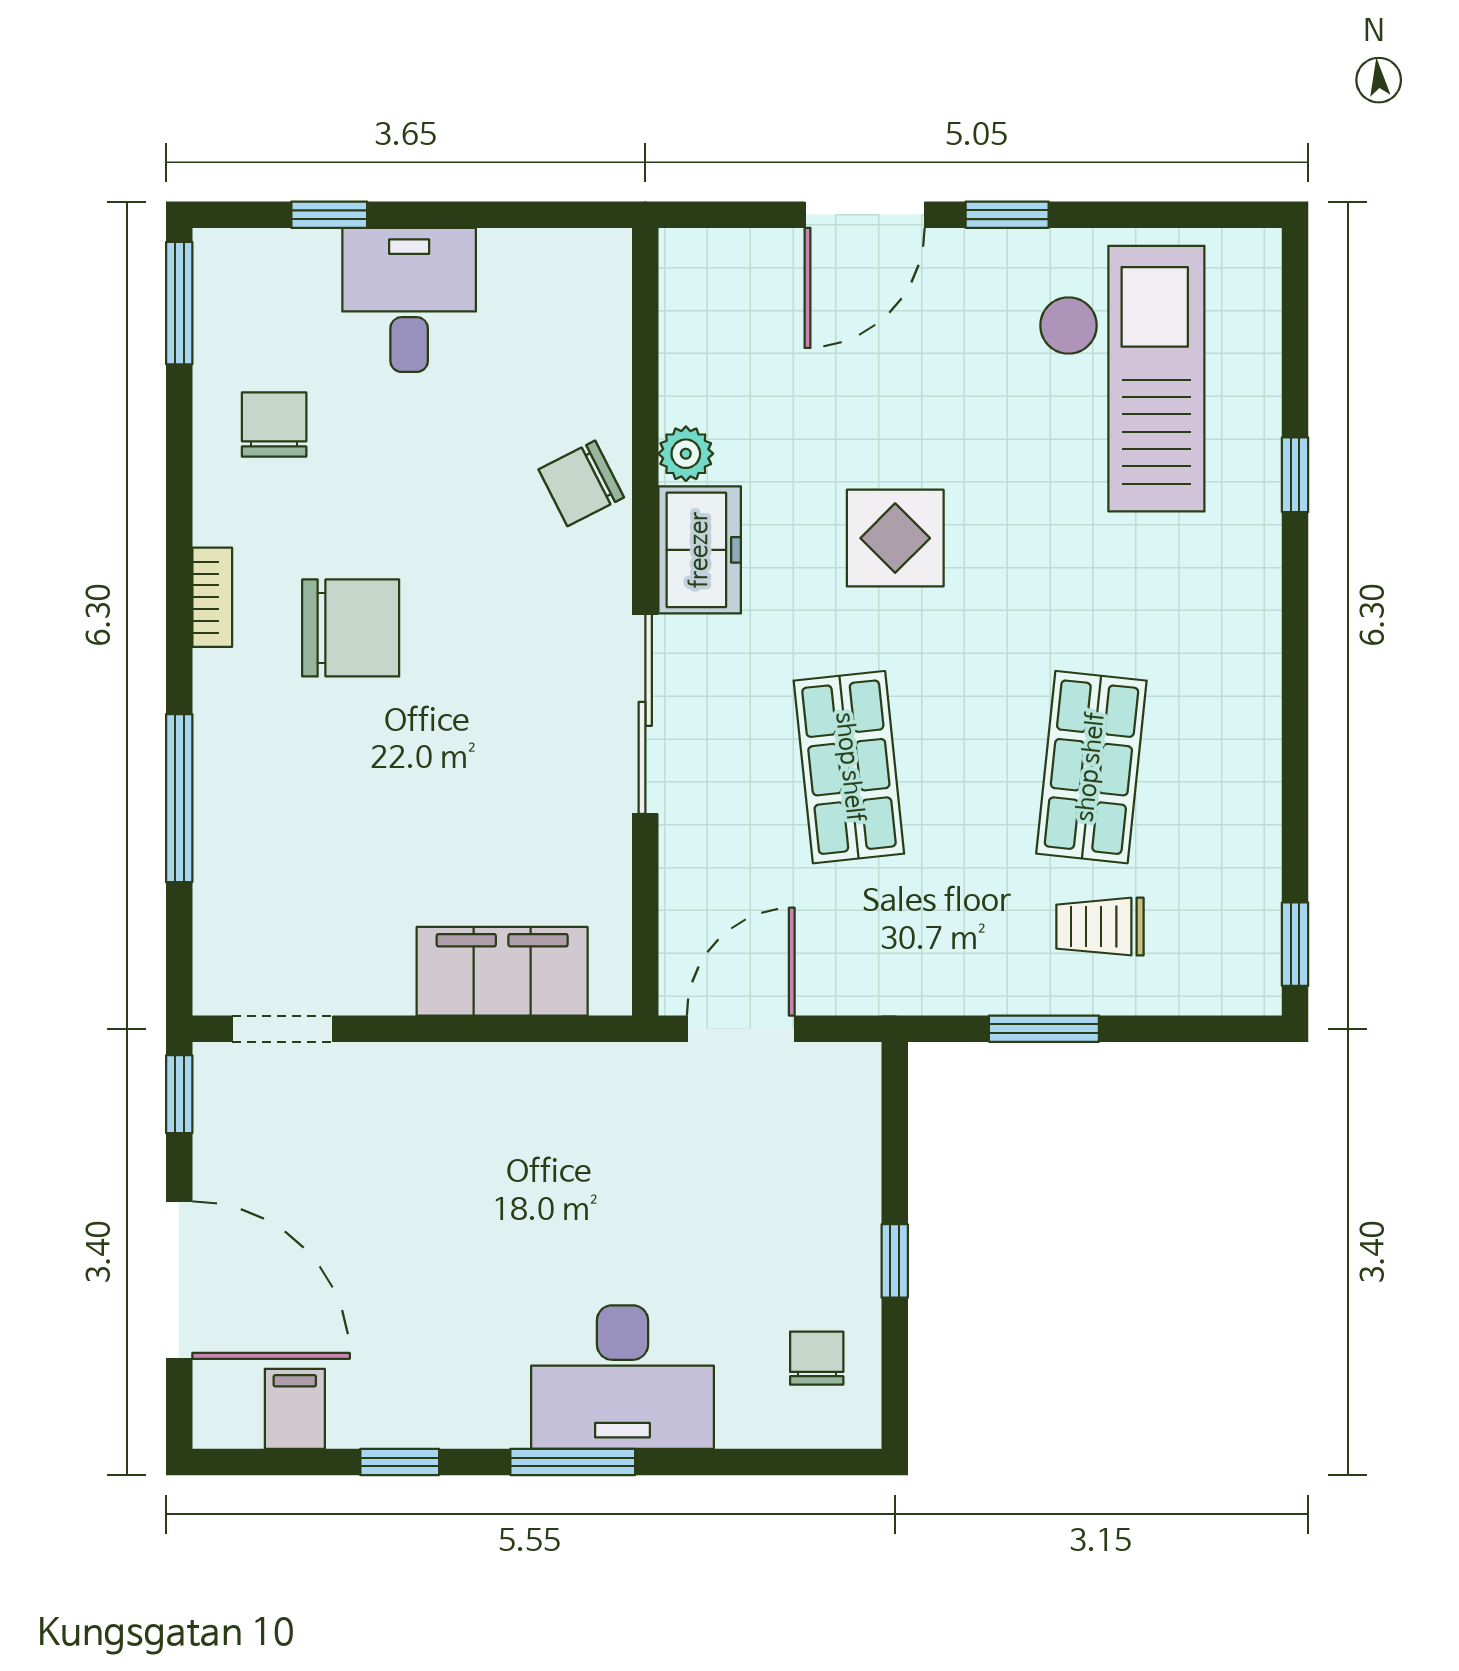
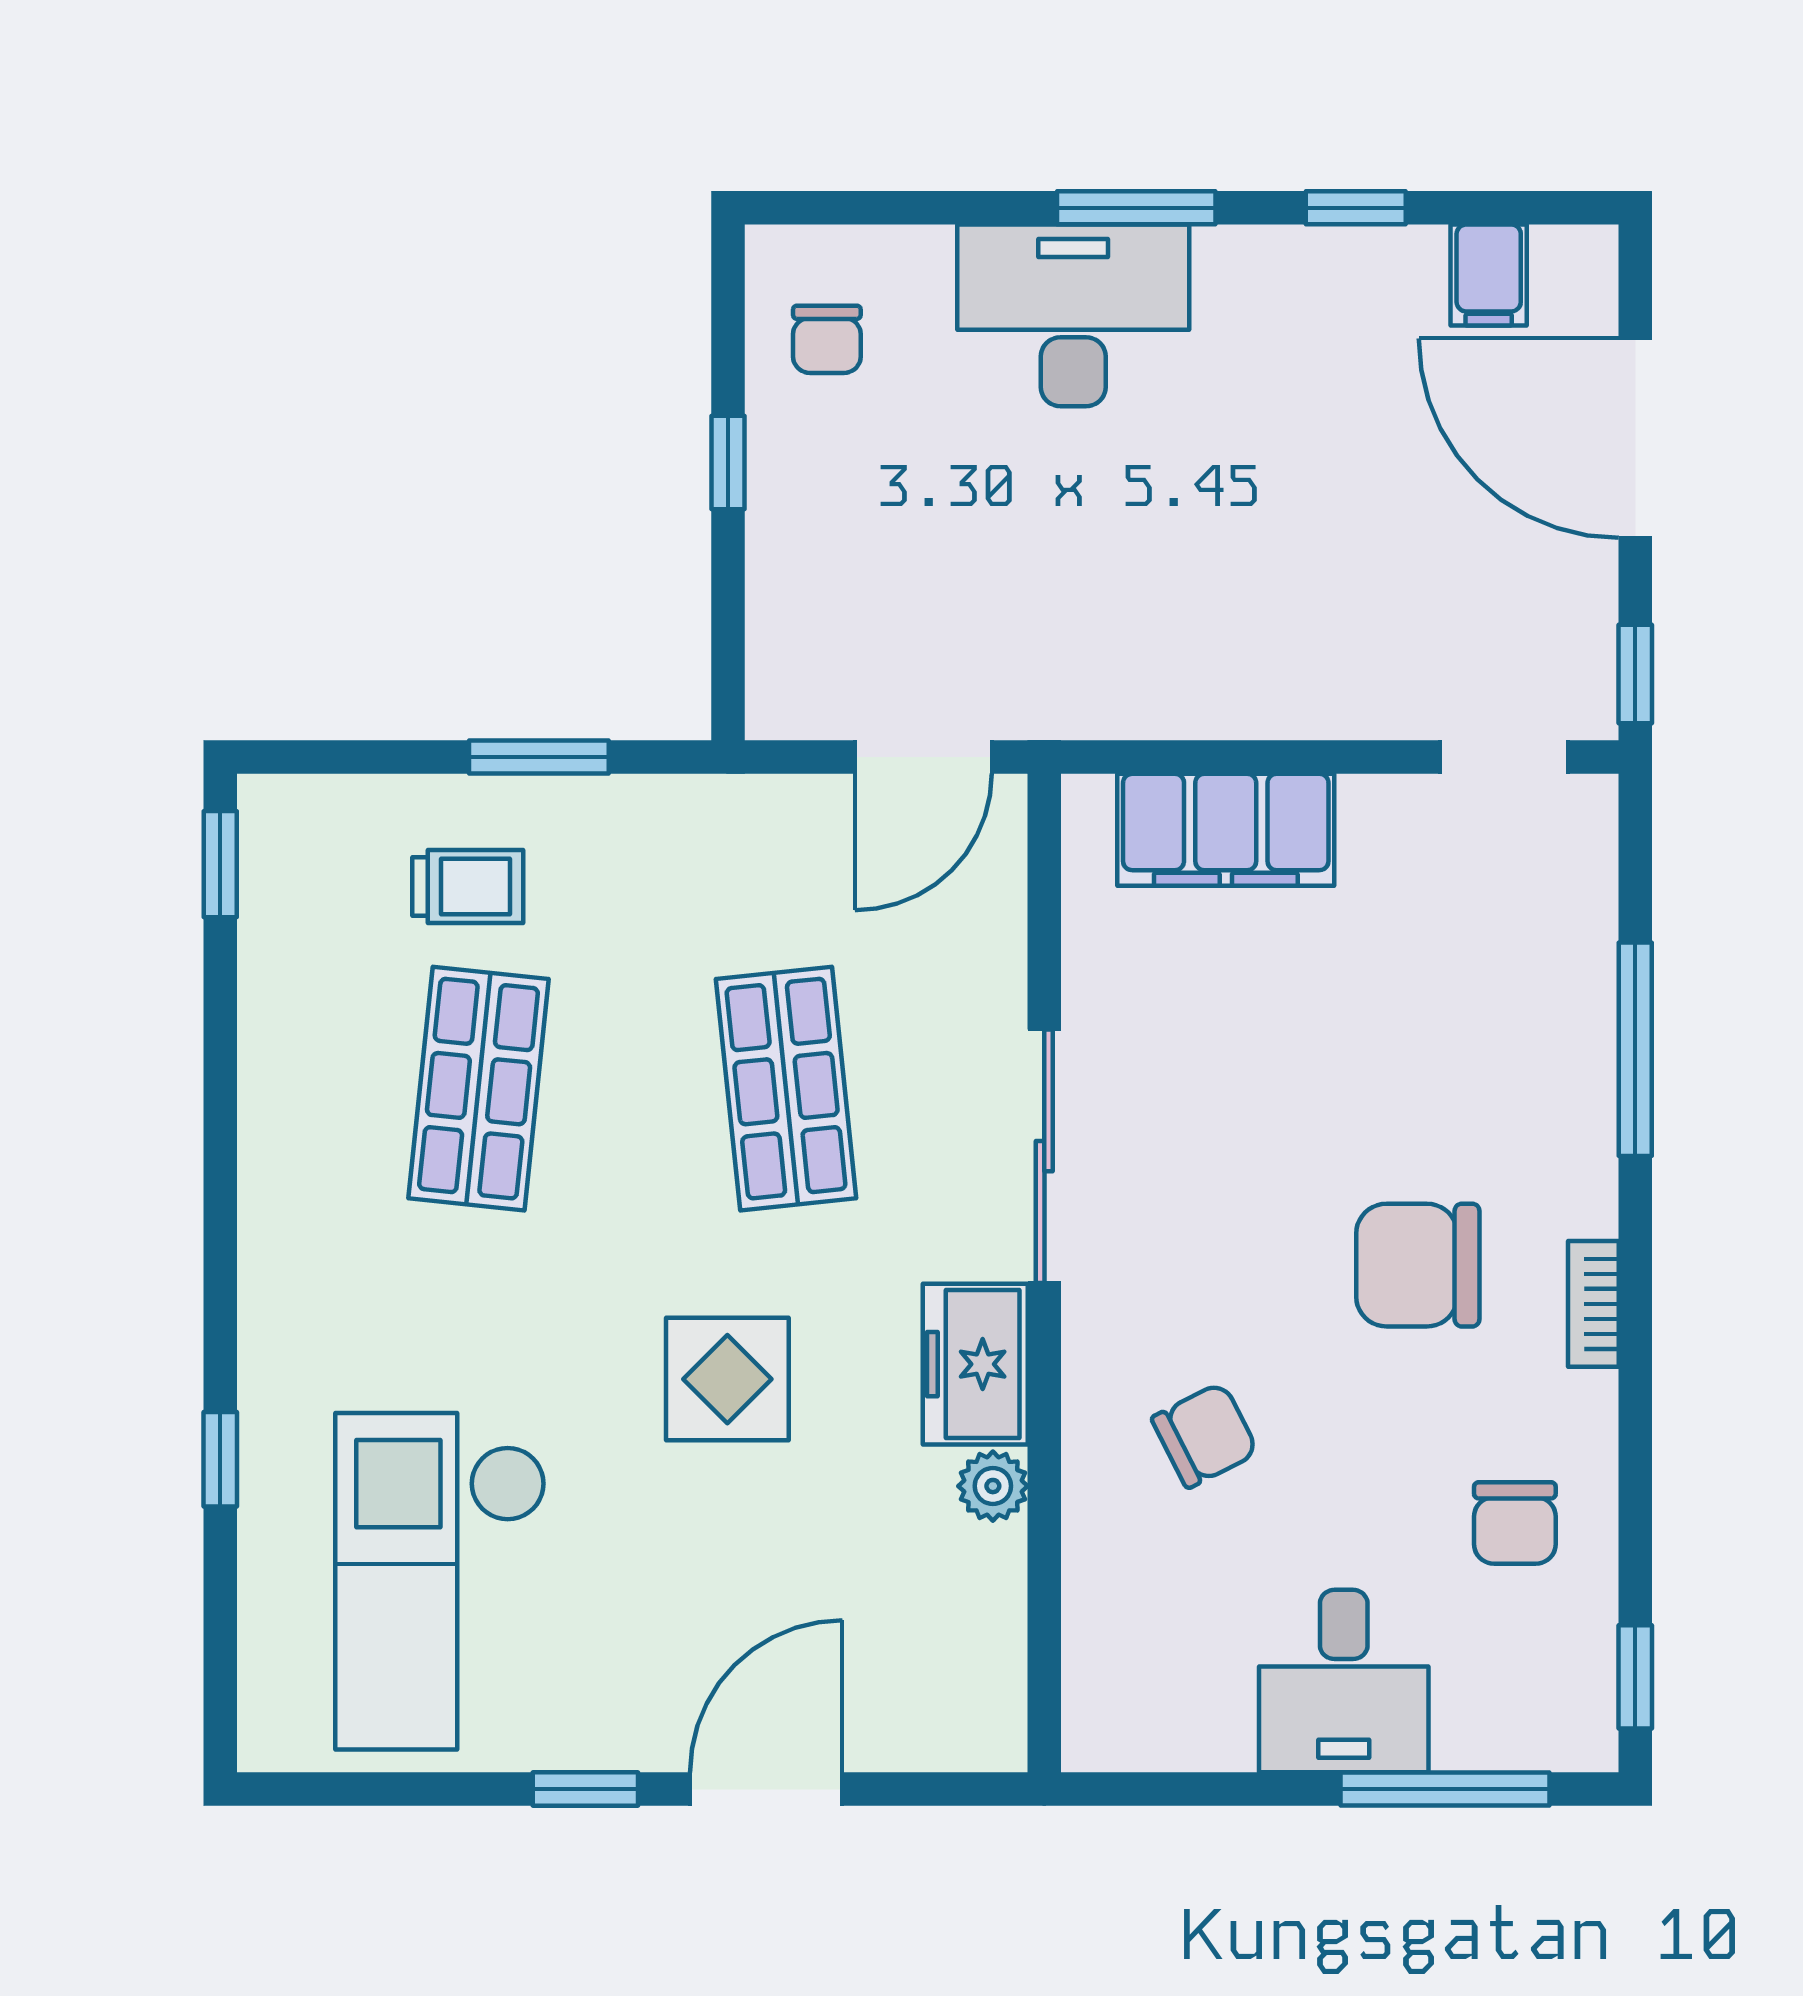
window: (329, 215) -> (1445, 1789), width x2.17
window: (179, 303) -> (1635, 1677), width x0.67
chair: (581, 483) -> (1205, 1435), moved

